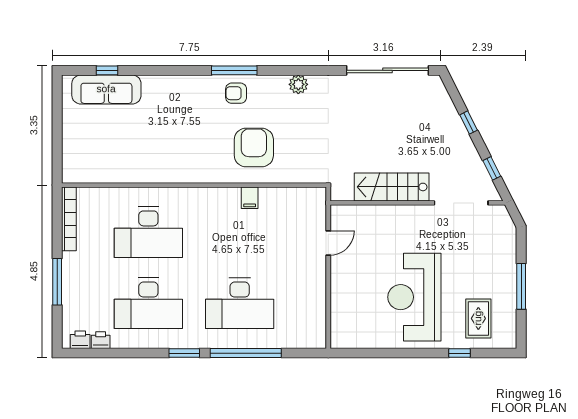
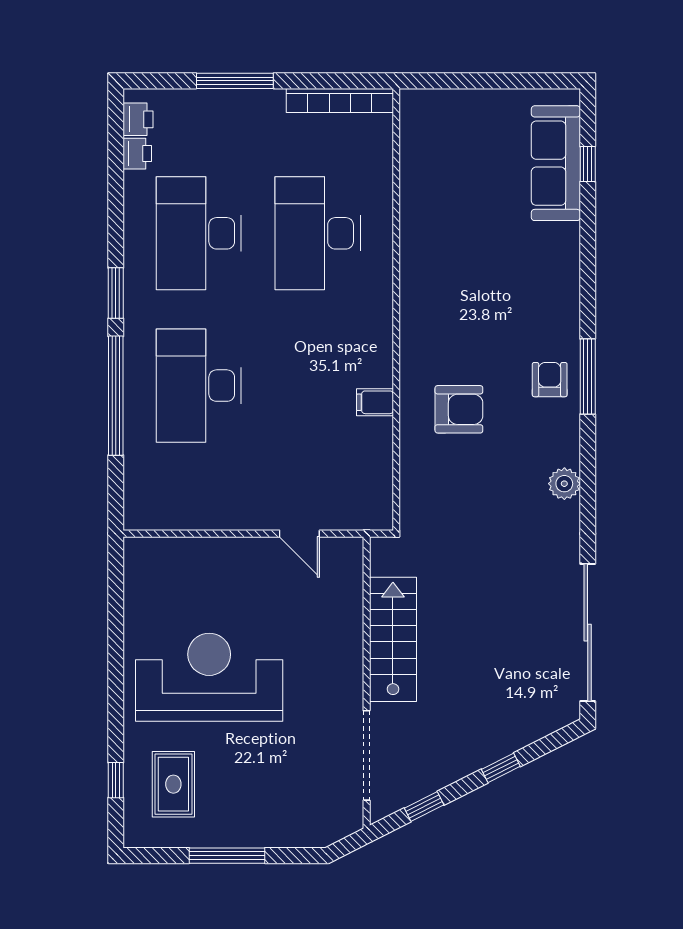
armchair: (254, 147) -> (459, 409), width x0.73, depth x0.73
rug: (478, 318) -> (173, 784), turned 90
window: (460, 353) -> (116, 780), moved

